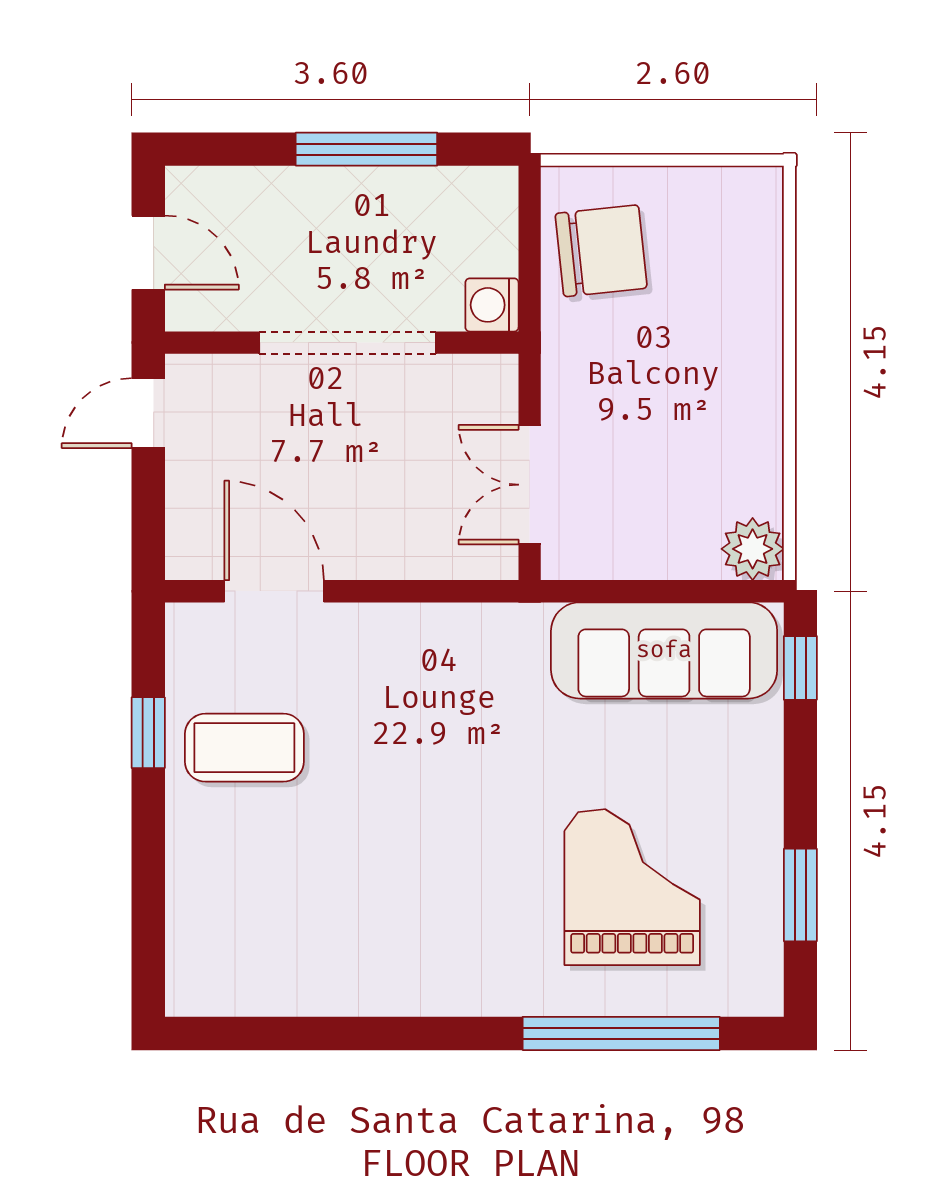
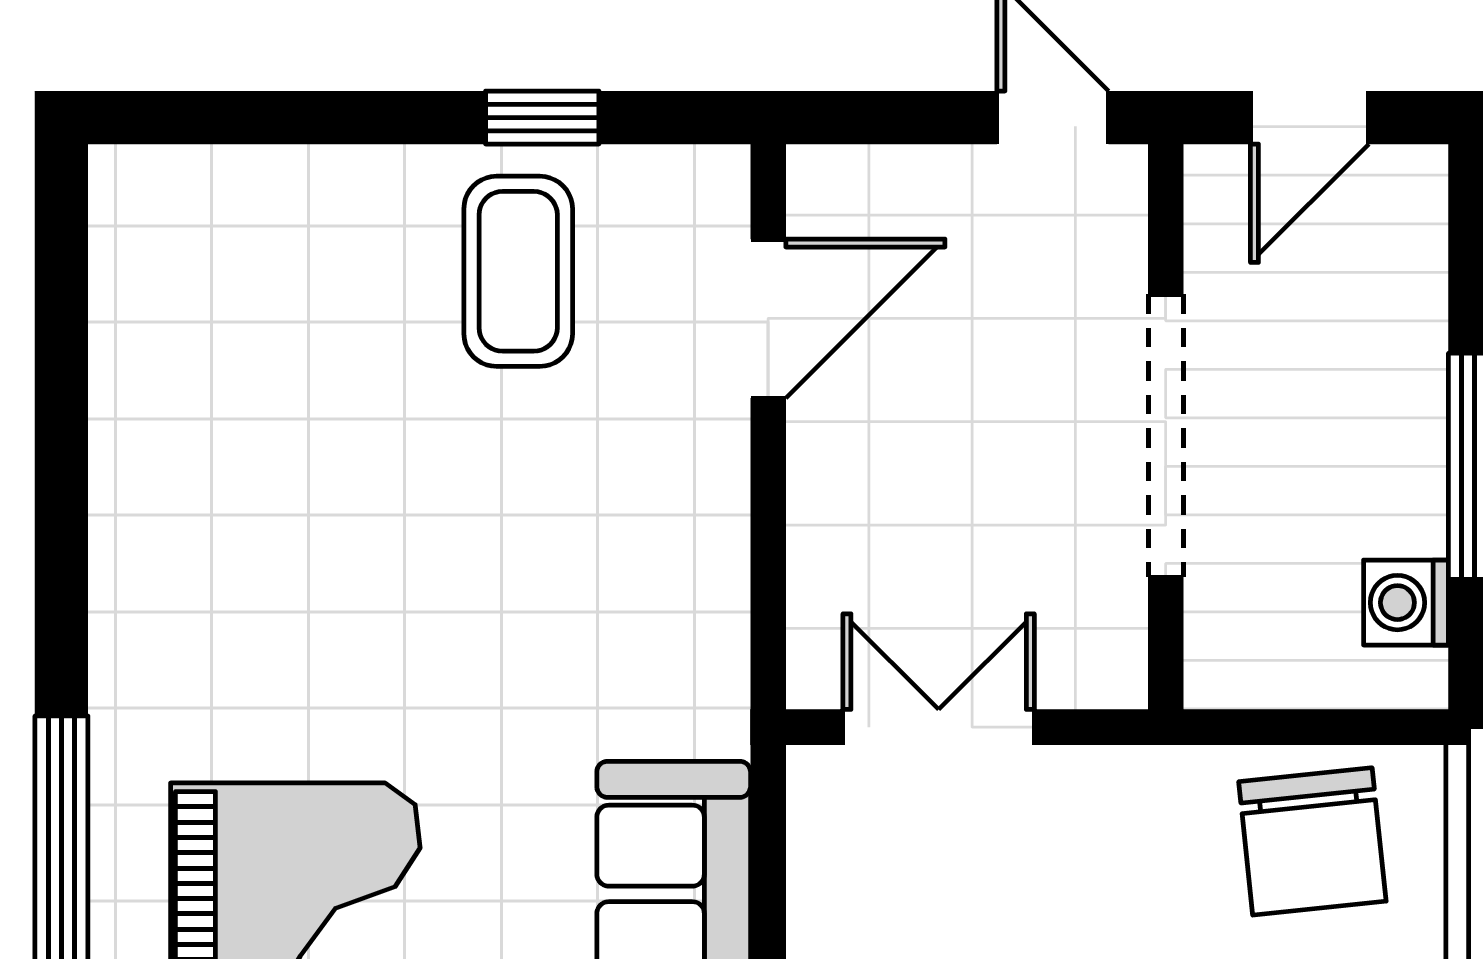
washing machine: (492, 305) -> (1406, 603), moved, turned -90

